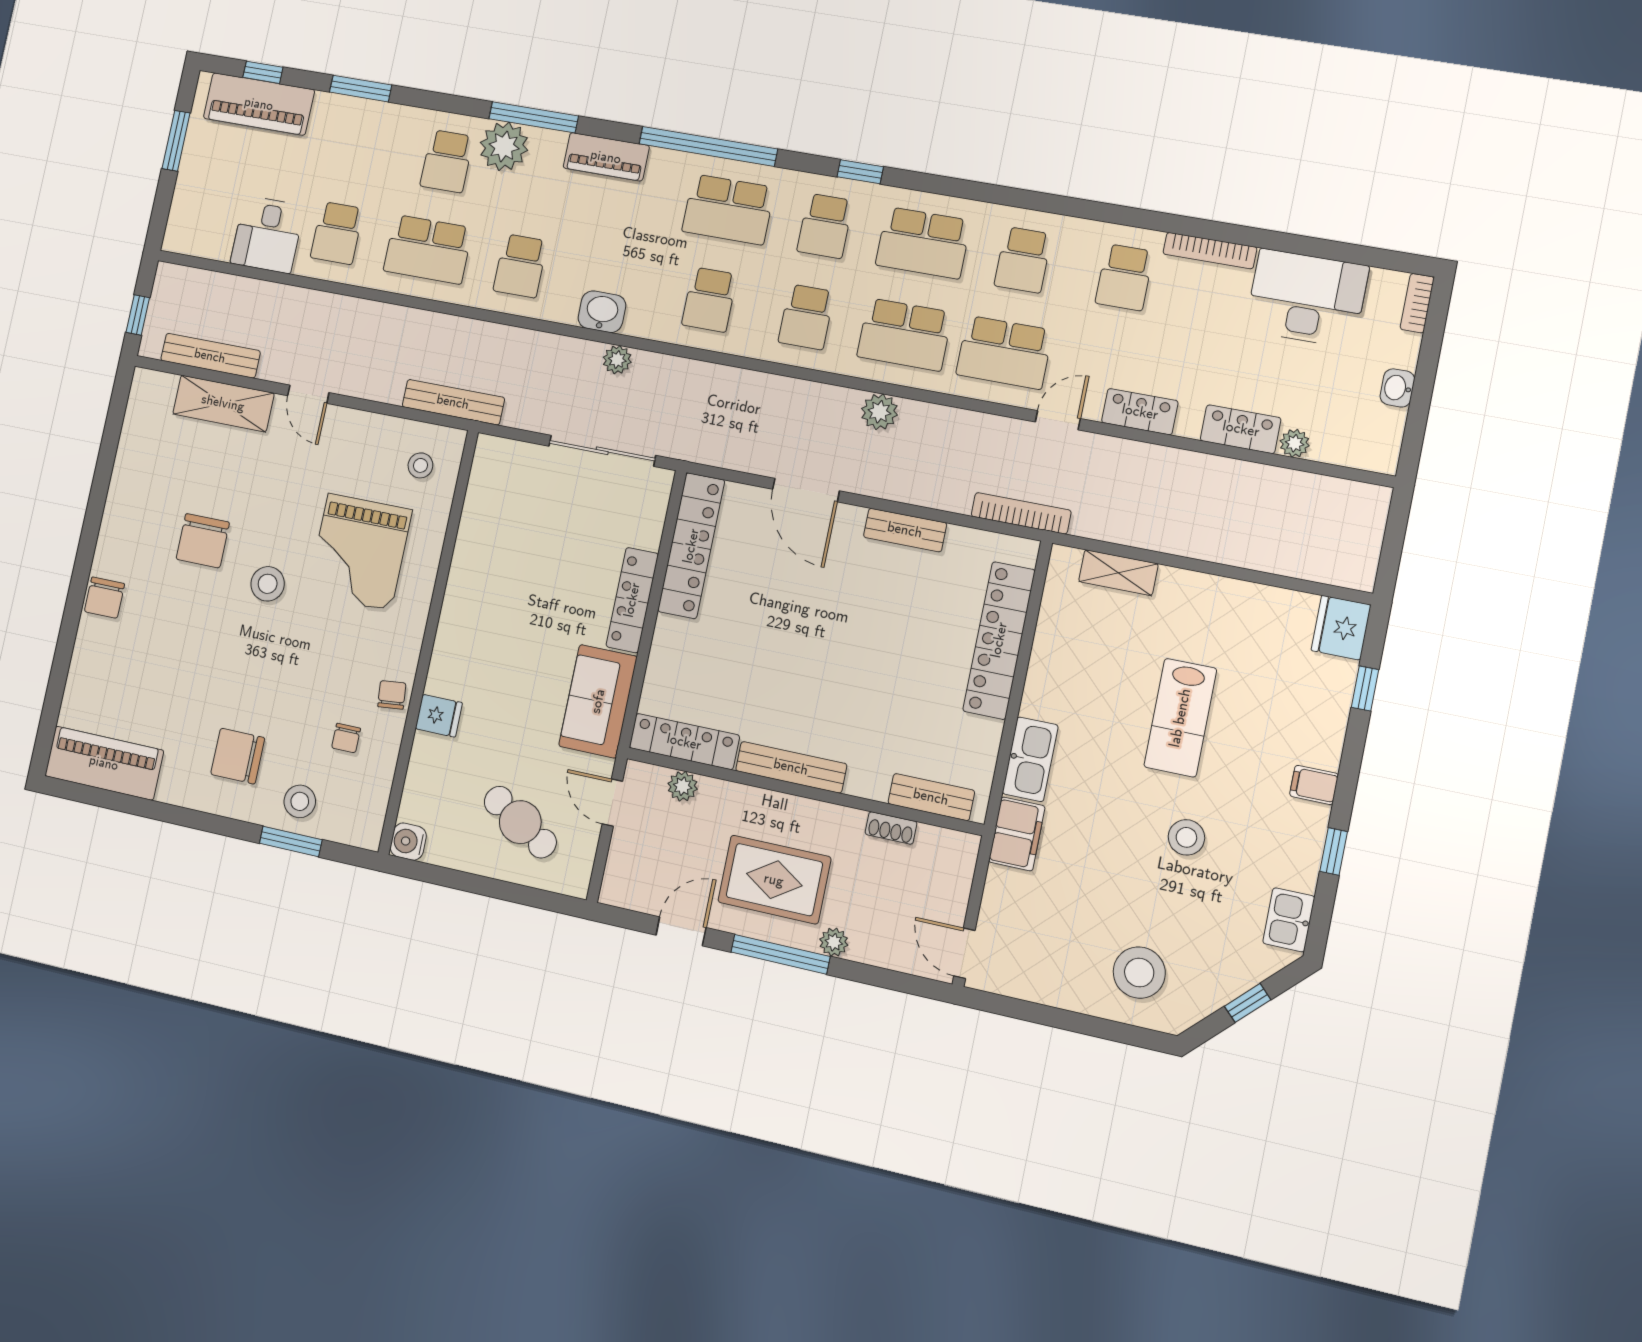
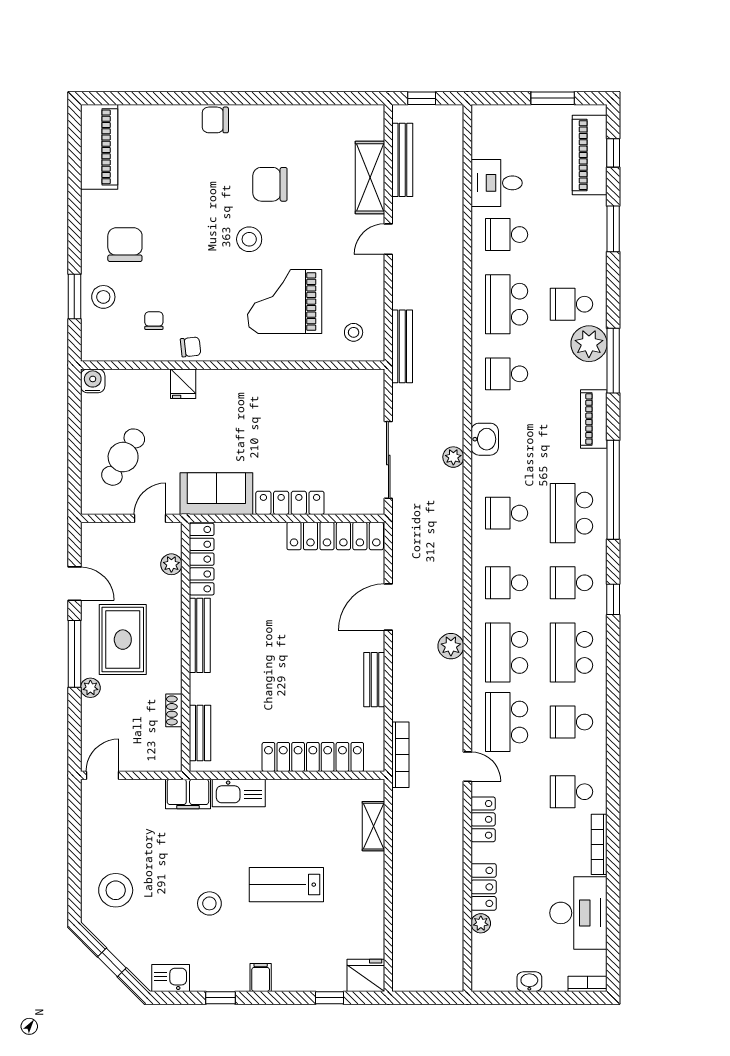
chair: (346, 738) -> (154, 321), turned 90

